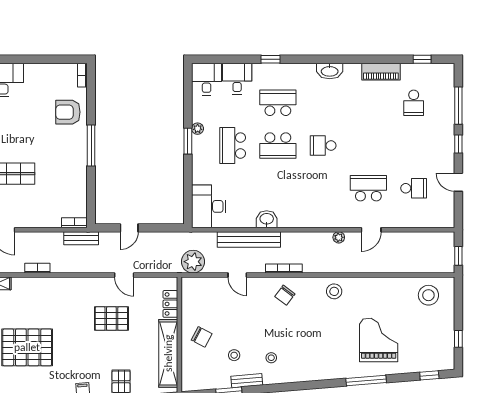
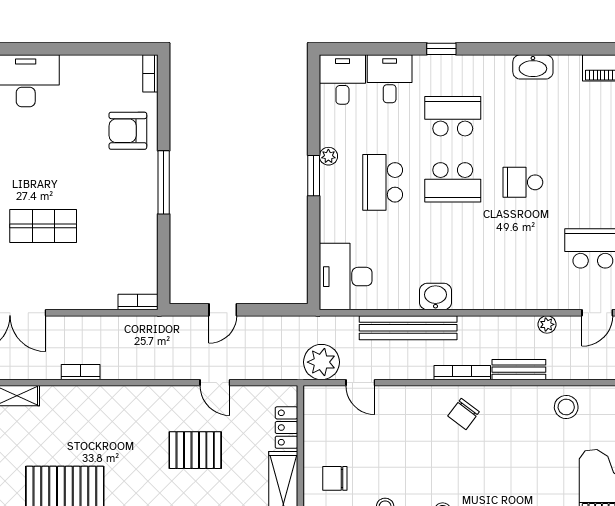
bench: (81, 238) -> (519, 370), moved
door: (237, 275) -> (360, 383), moved
stool: (334, 291) -> (566, 407), moved
chair: (202, 337) -> (335, 478), turned 152

